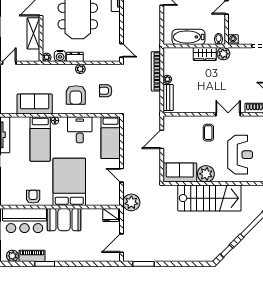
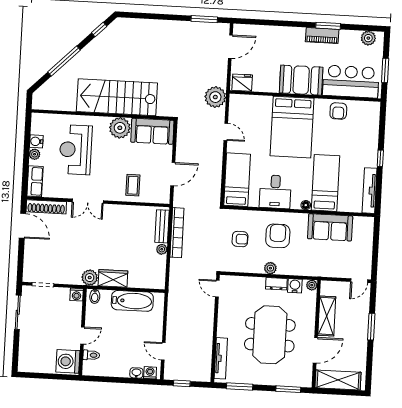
bookcase: (156, 71) -> (177, 233), moved
coffee table: (208, 133) -> (133, 185), moved
piano: (32, 256) -> (322, 36), moved

